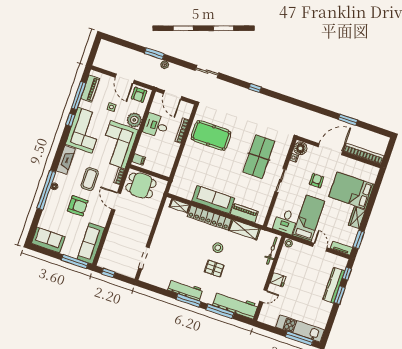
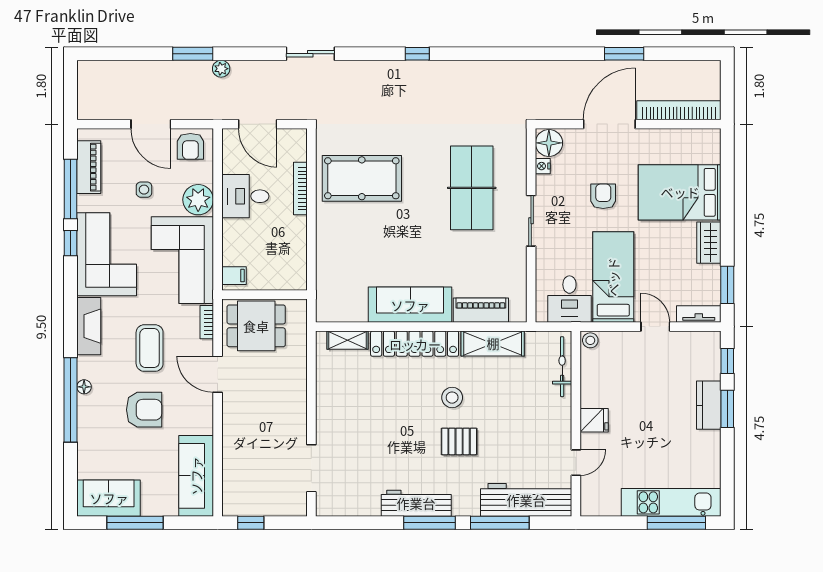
window: (75, 262) -> (135, 523), moved
kitchen counter: (334, 285) -> (709, 405), width x0.67

